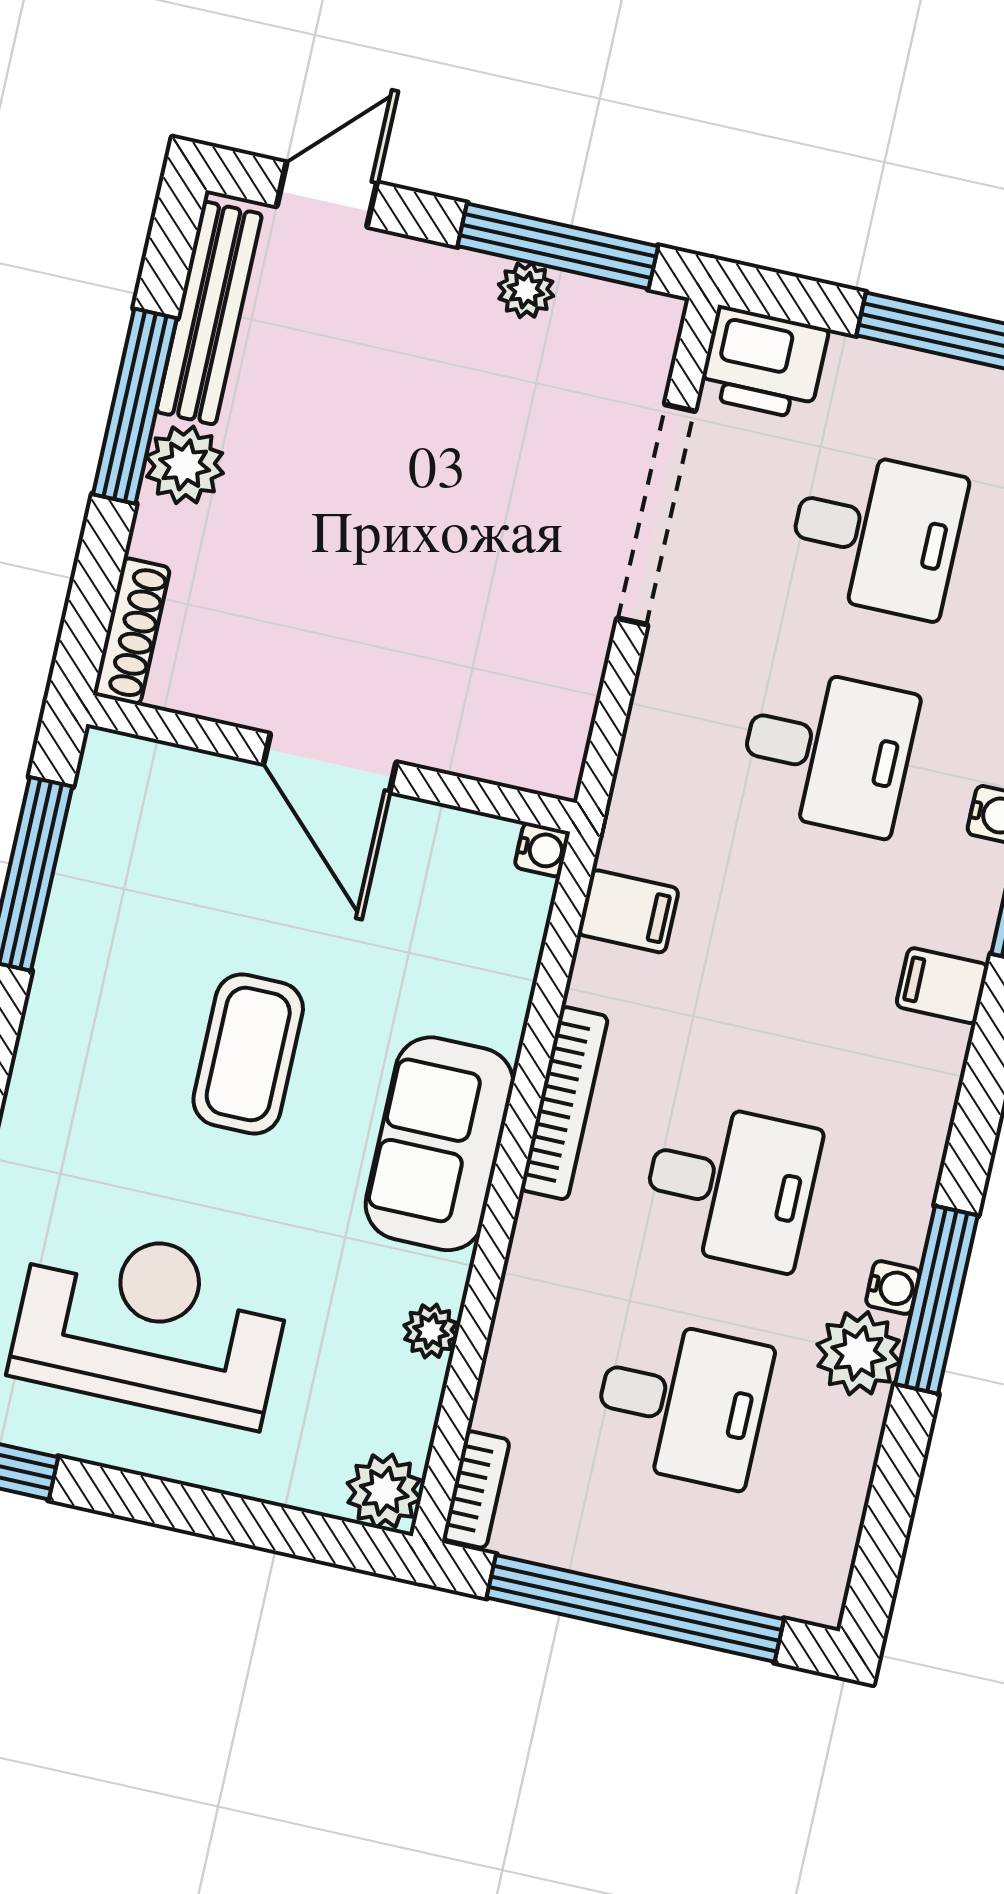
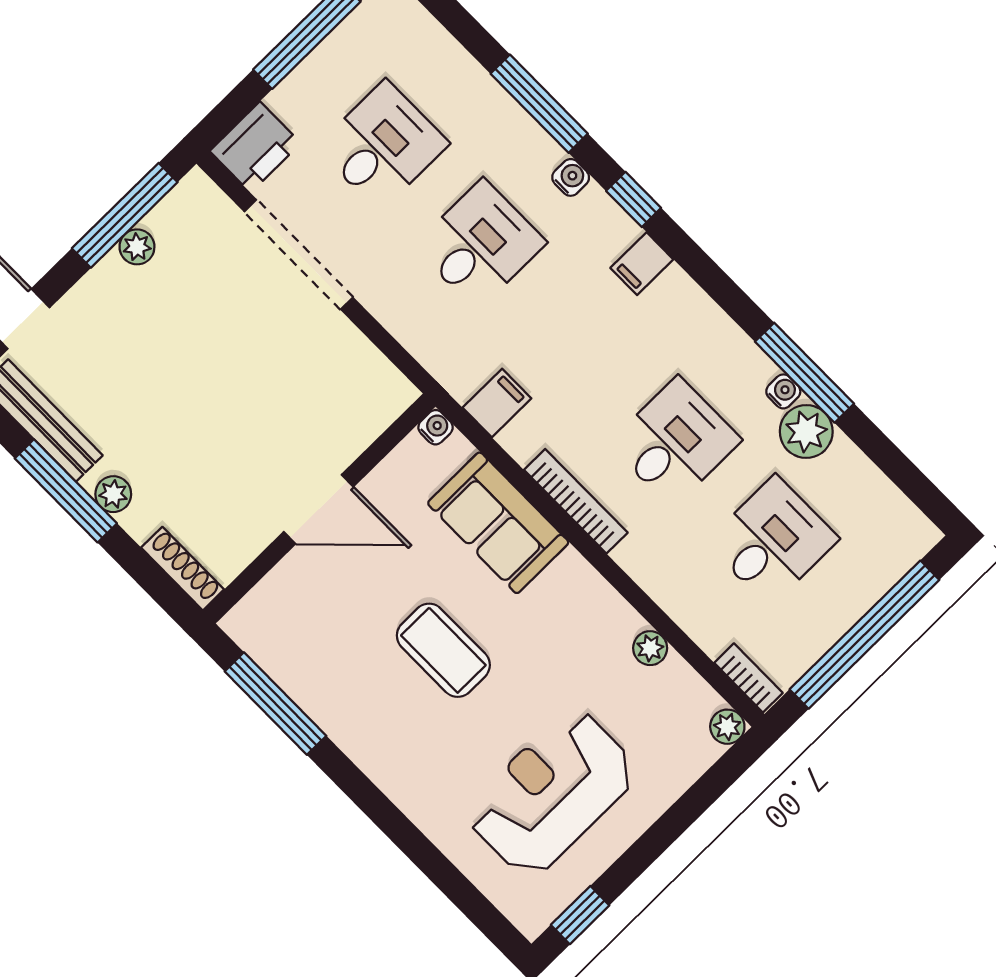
plant: (185, 465) -> (113, 494), width x0.73, depth x0.73
sofa: (440, 1144) -> (498, 523), moved
plant: (384, 1491) -> (727, 727), width x0.73, depth x0.73

